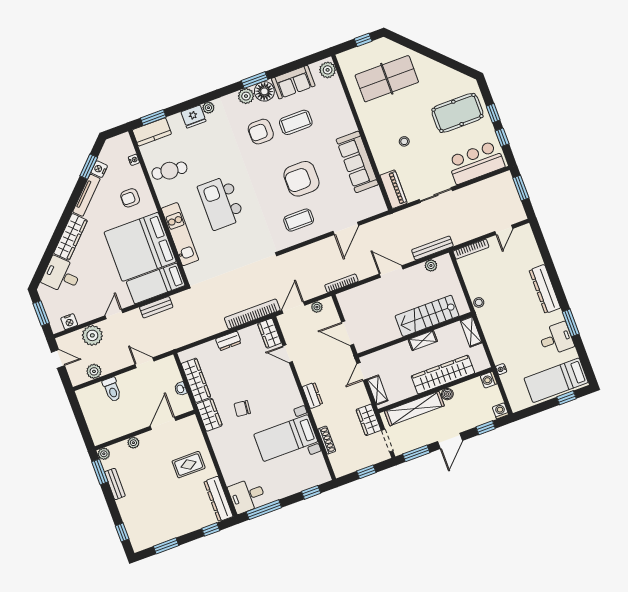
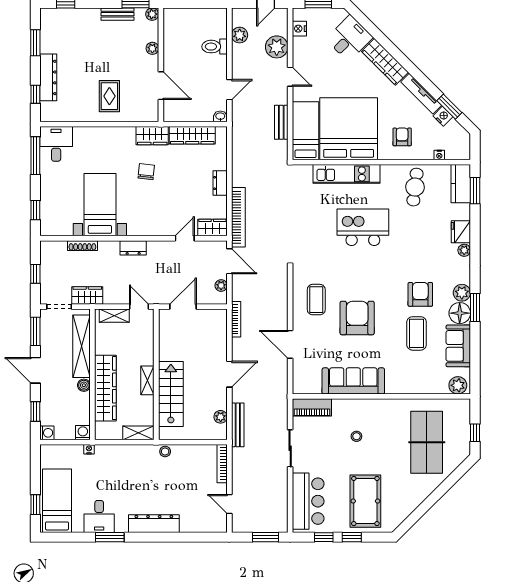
washbasin: (181, 389) -> (220, 116), moved
dresser: (218, 499) -> (48, 77), moved, turned 90

